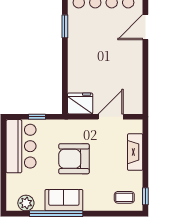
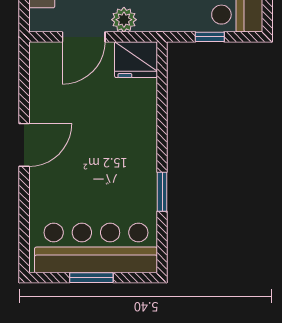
door: (145, 27) -> (24, 145), moved
plant: (87, 127) -> (124, 20), added

